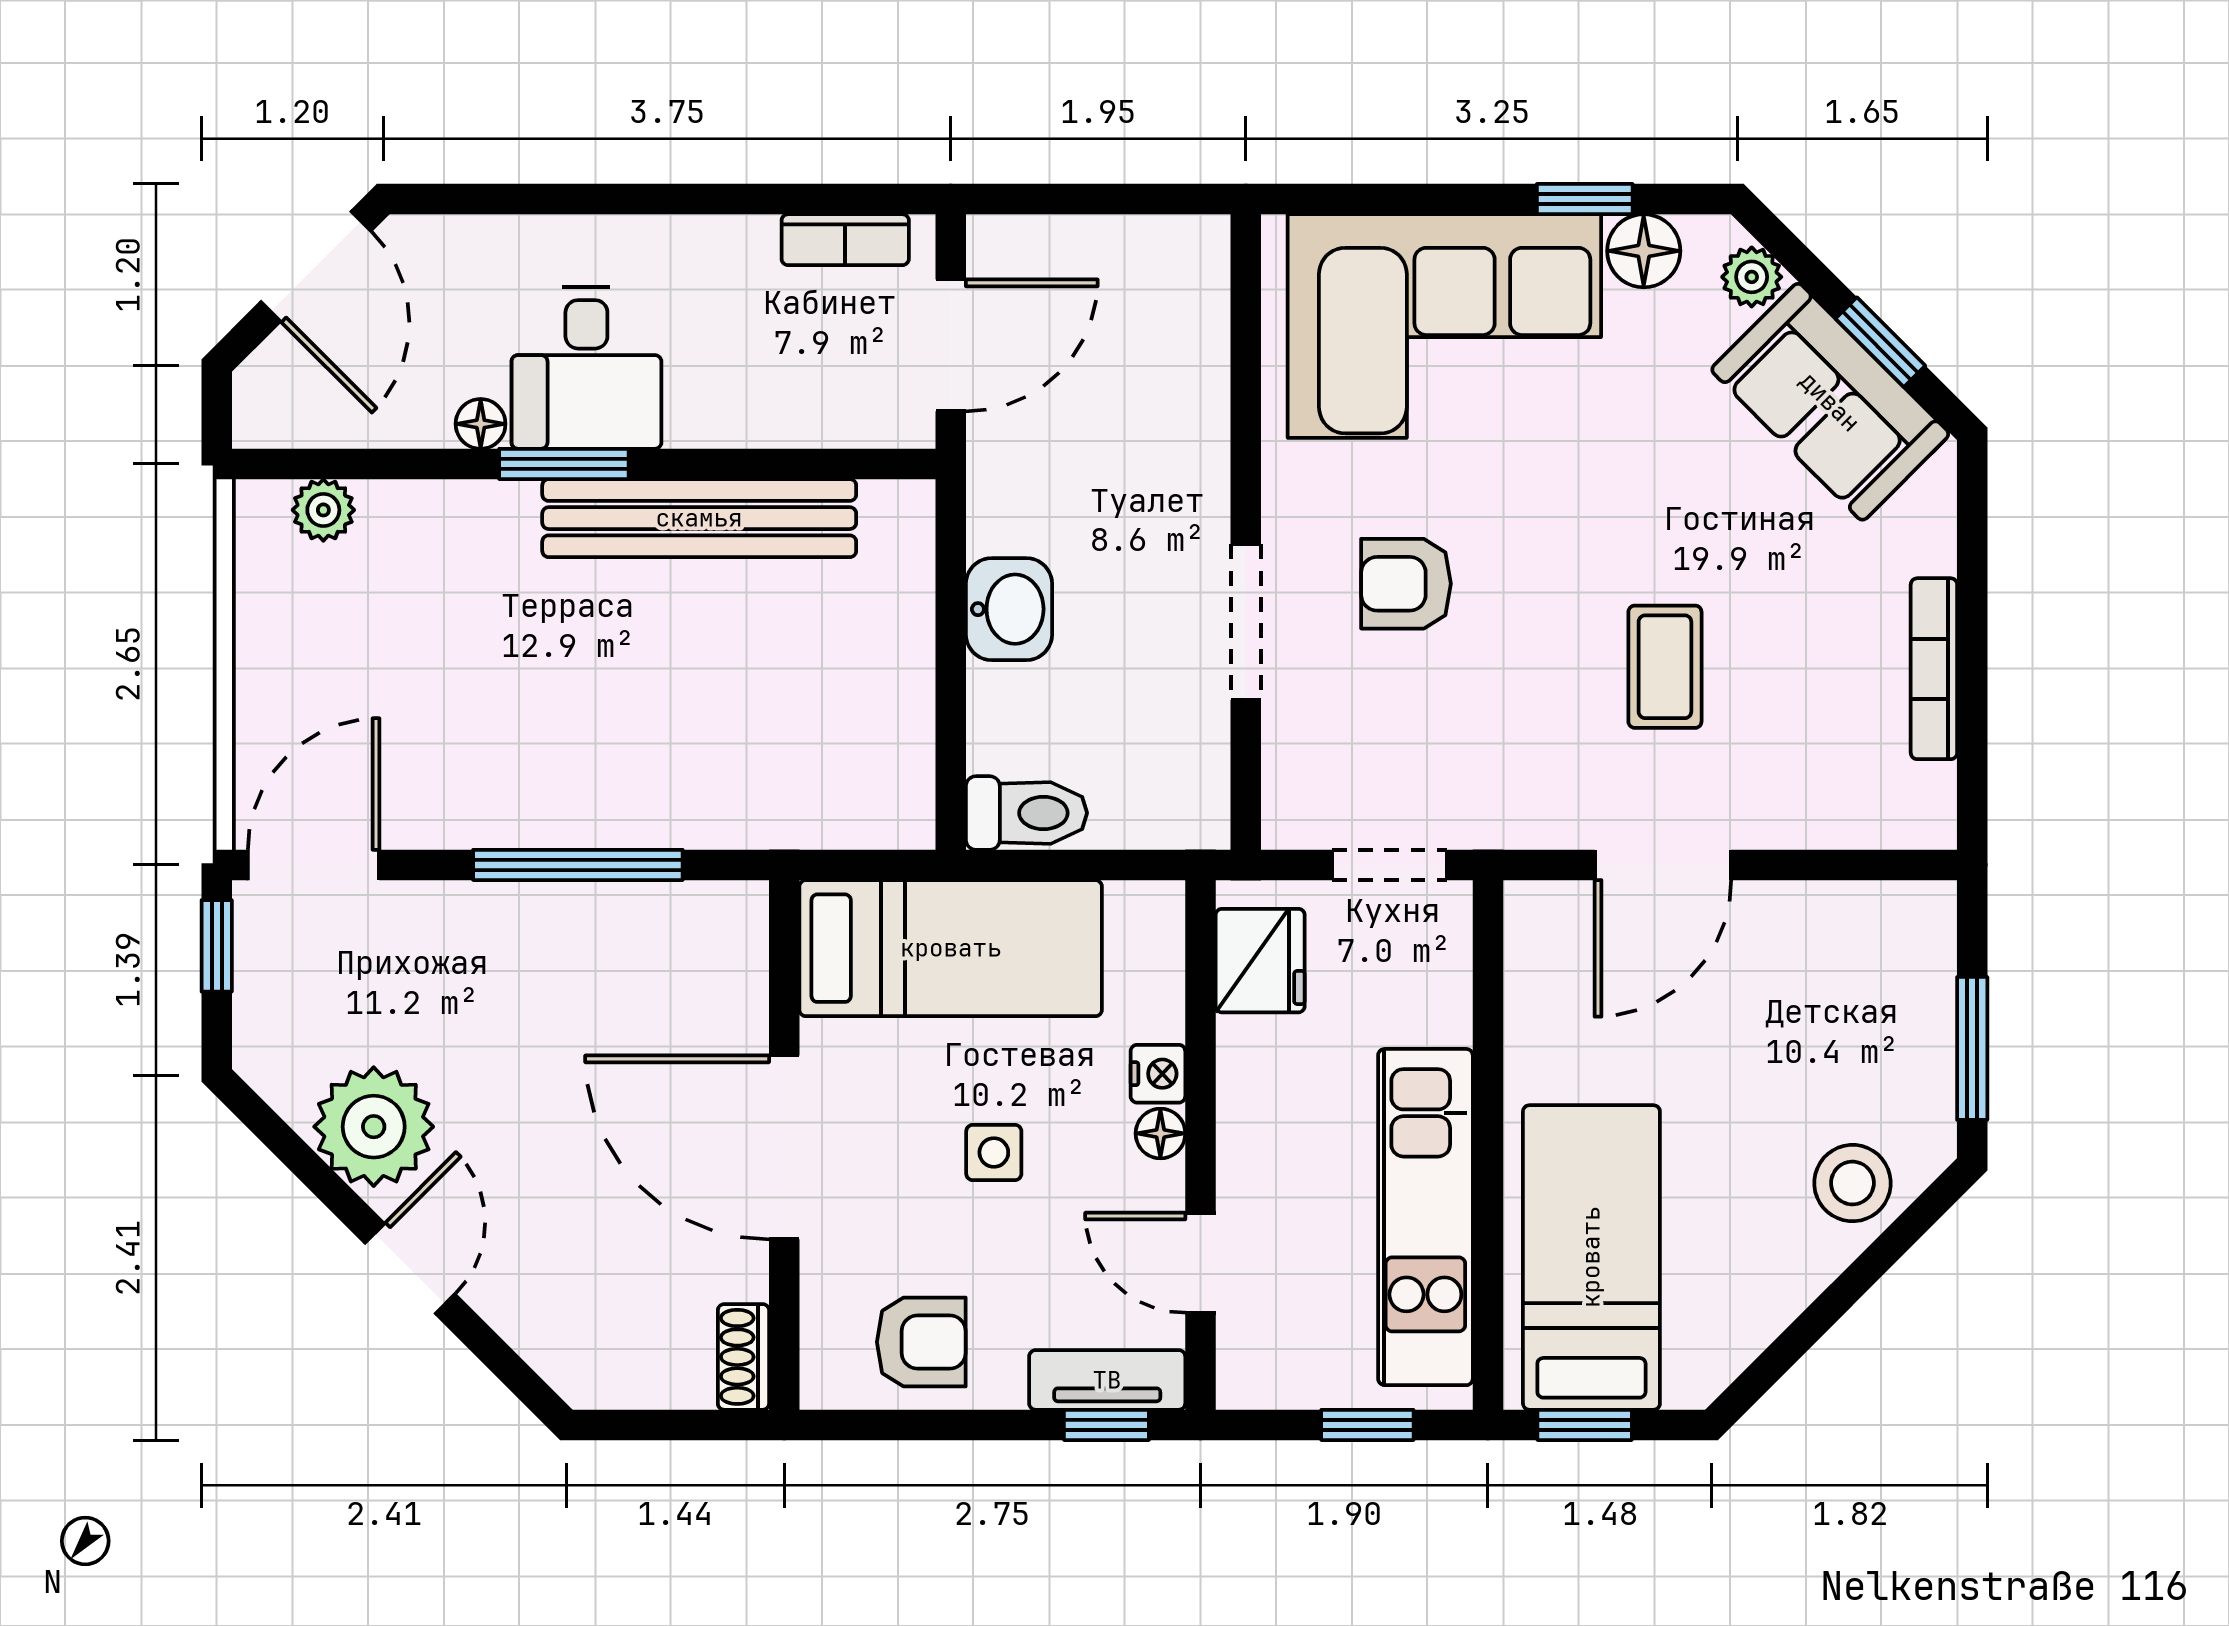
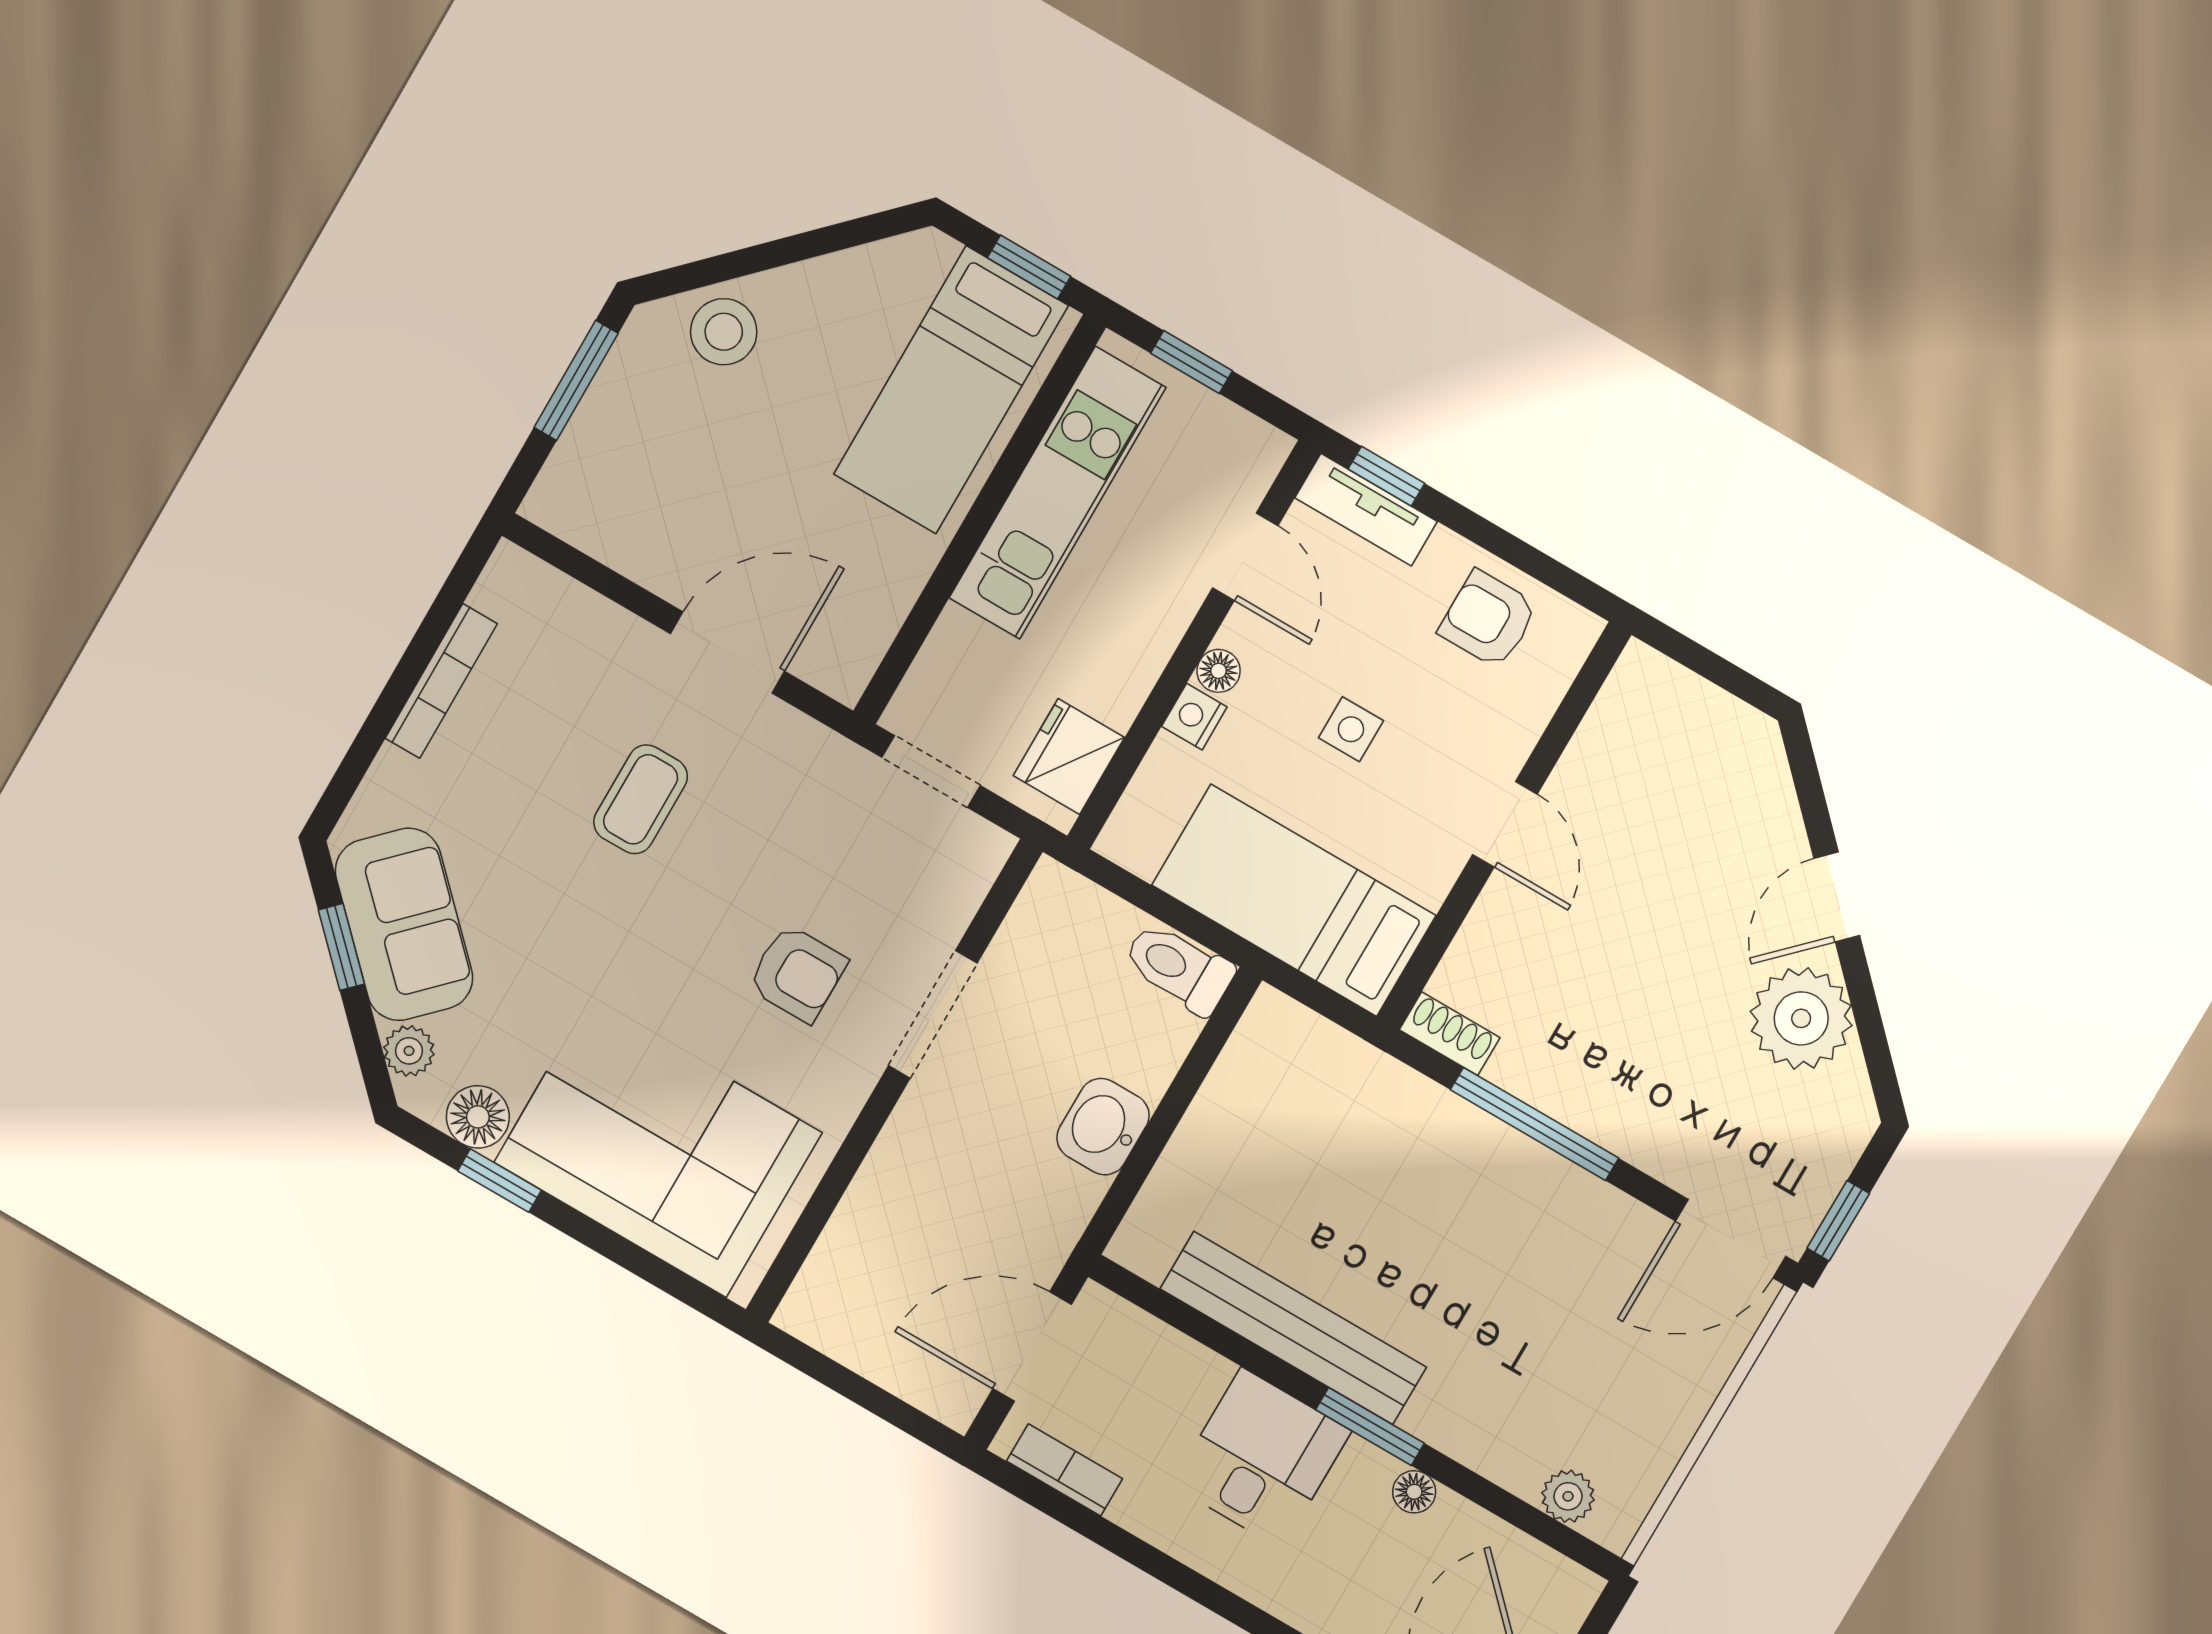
desk: (586, 368) -> (1262, 1458), moved
door: (784, 1147) -> (1505, 824), width x0.53
shoe rack: (743, 1357) -> (1450, 1034), moved, turned -90

